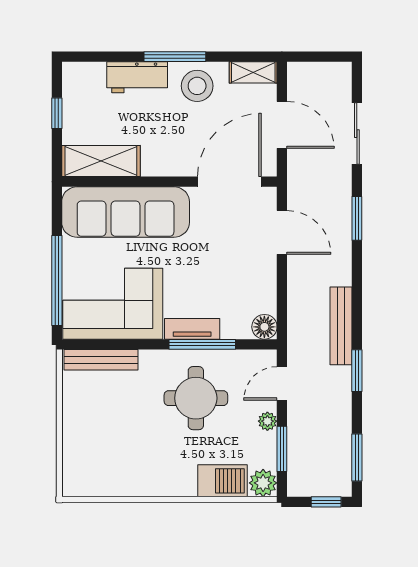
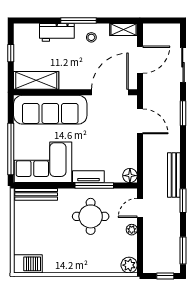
stool: (197, 86) -> (91, 37), width x0.53, depth x0.53
door: (282, 125) -> (140, 60), hinge flipped
window: (282, 449) -> (140, 246), removed
barbecue: (222, 481) -> (28, 264), moved

